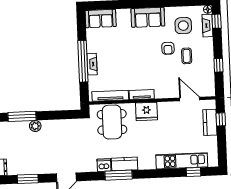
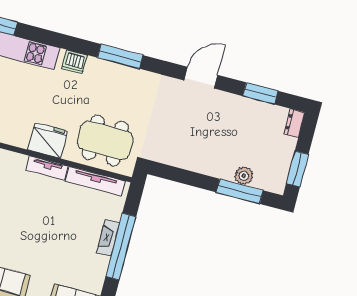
dining table: (112, 122) -> (105, 140), turned 90
plant: (35, 126) -> (244, 176), moved
kitchen counter: (124, 164) -> (106, 71), removed
dishwasher: (104, 165) -> (74, 62), moved

